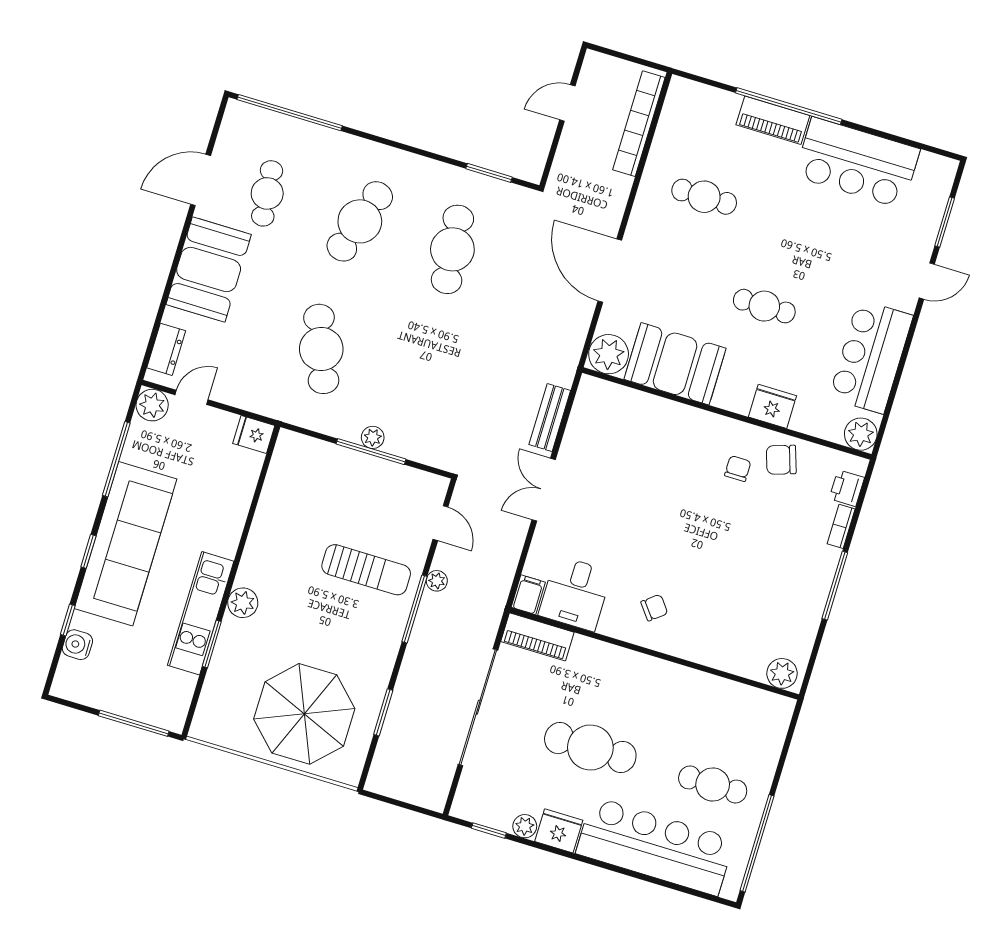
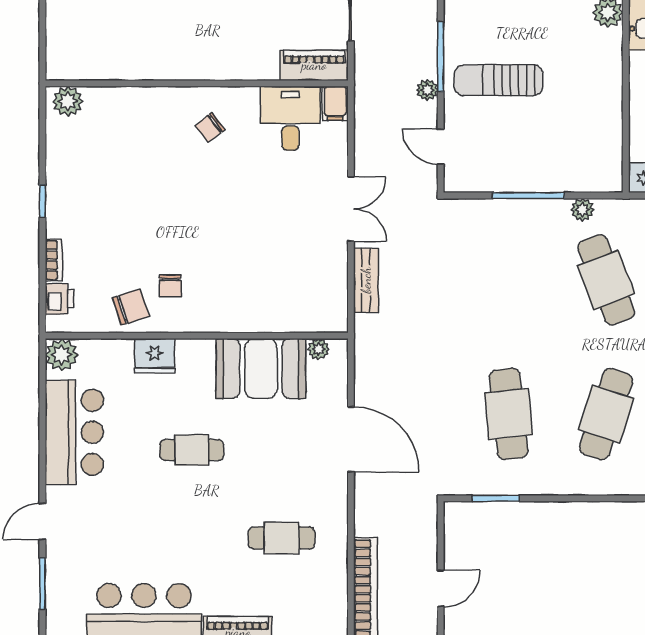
plant: (609, 354) -> (319, 349), width x0.53, depth x0.53
plant: (373, 437) -> (582, 210), moved
window: (835, 586) -> (42, 201), width x0.46

